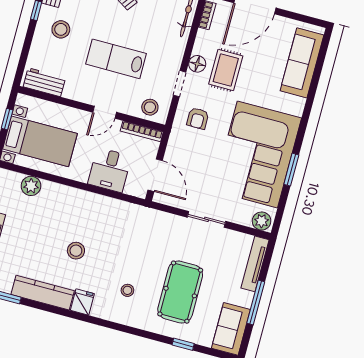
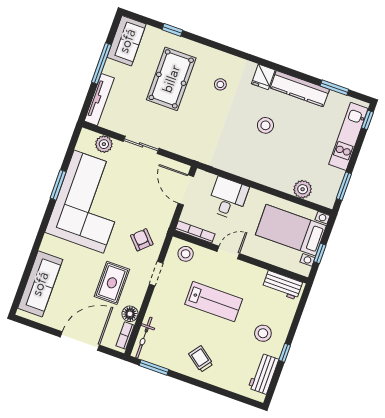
floor lamp: (197, 64) -> (130, 314), moved
armchair: (198, 118) -> (142, 240), turned -43
plant: (262, 221) -> (104, 144), moved

